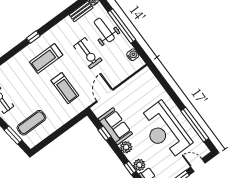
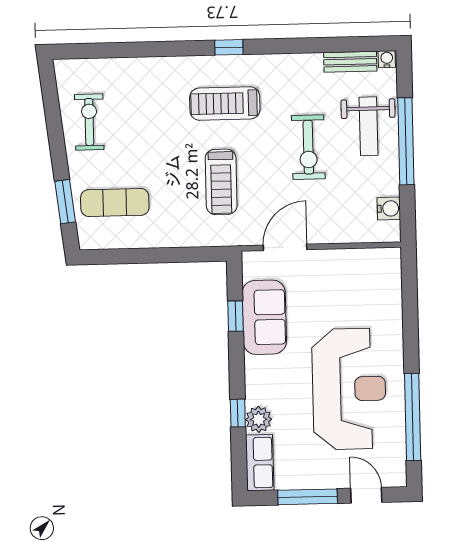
weight bench: (104, 30) -> (368, 126), turned 180
reception desk: (164, 131) -> (349, 389), turned 180
plant: (126, 147) -> (257, 370), removed

